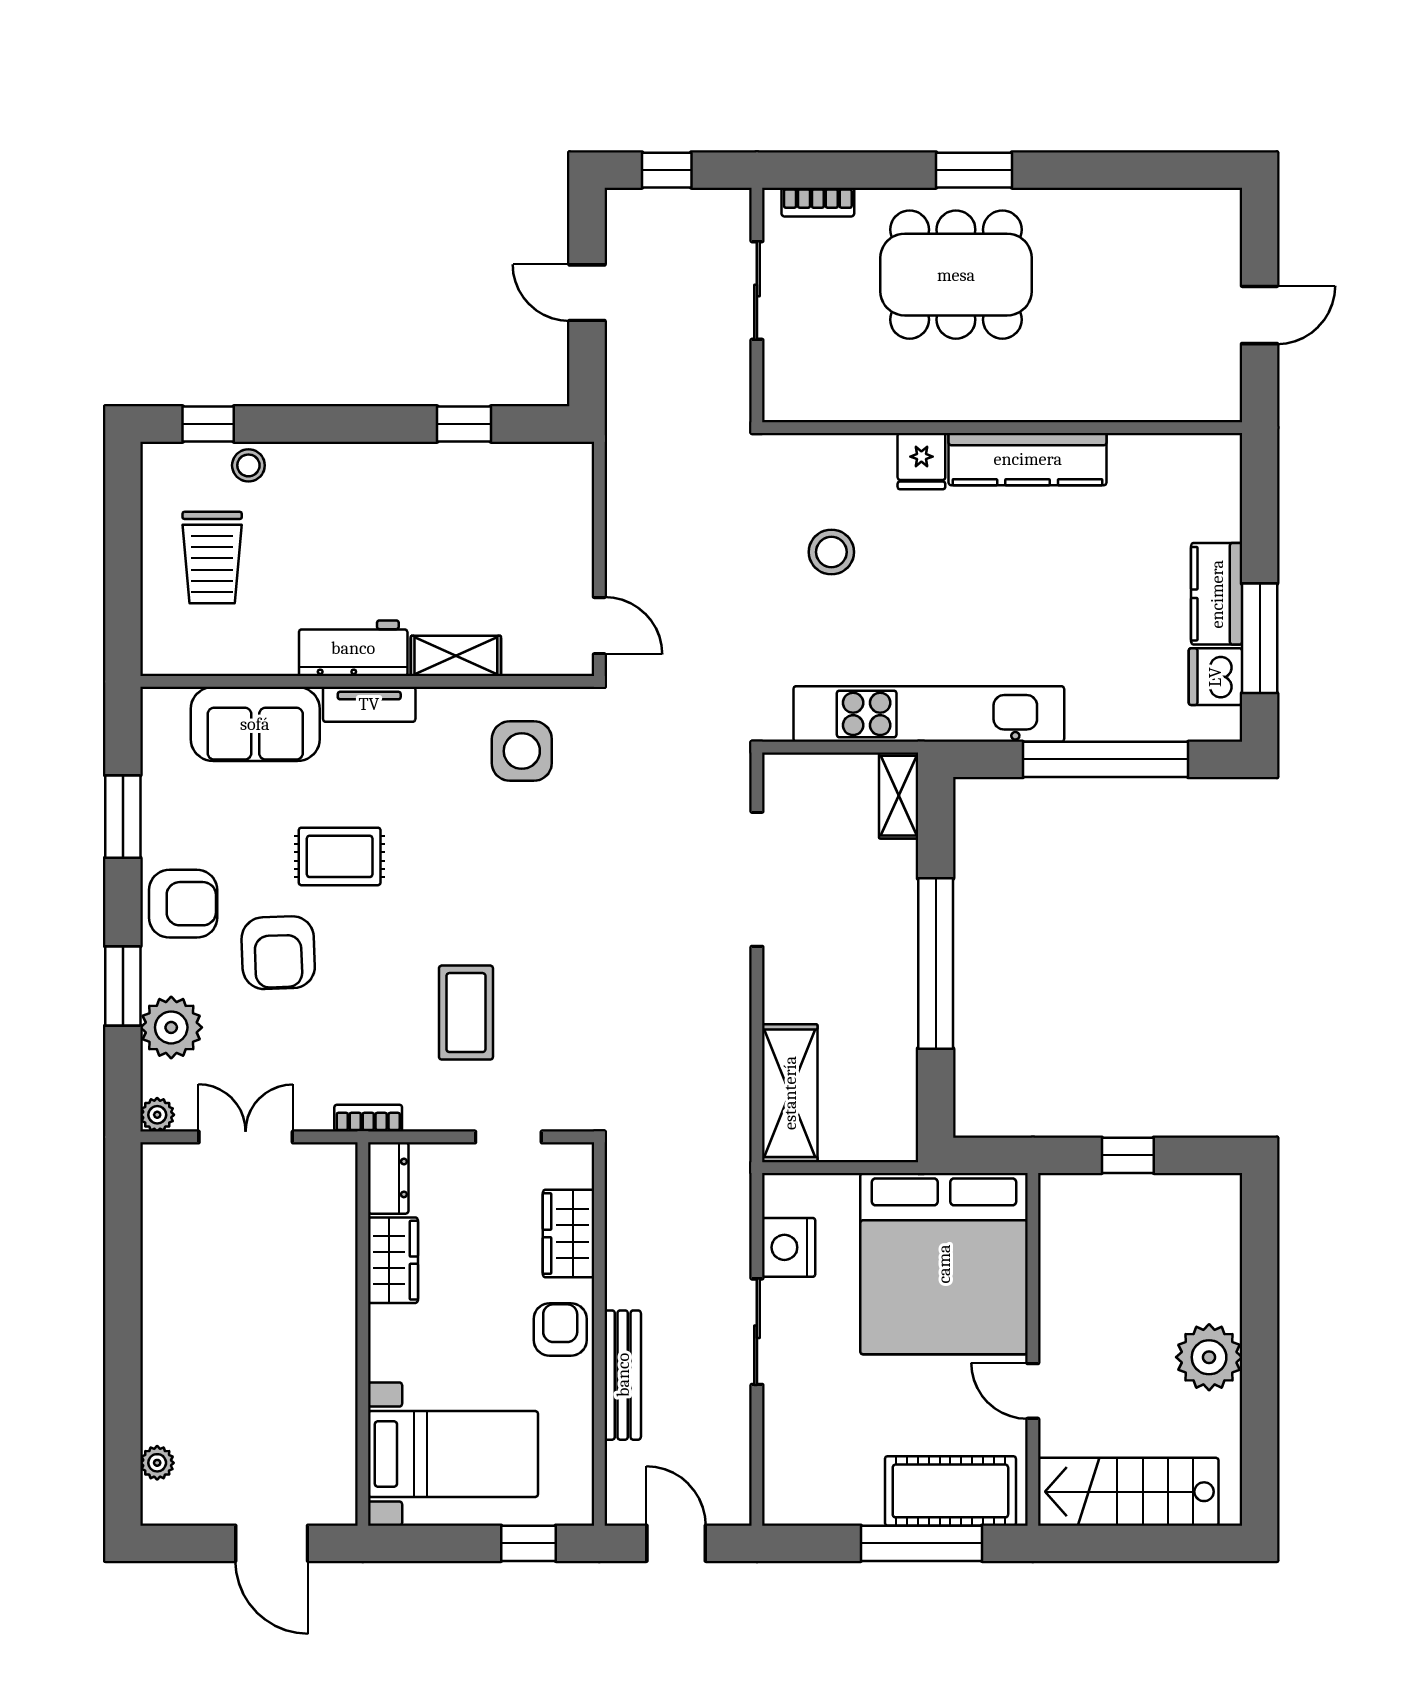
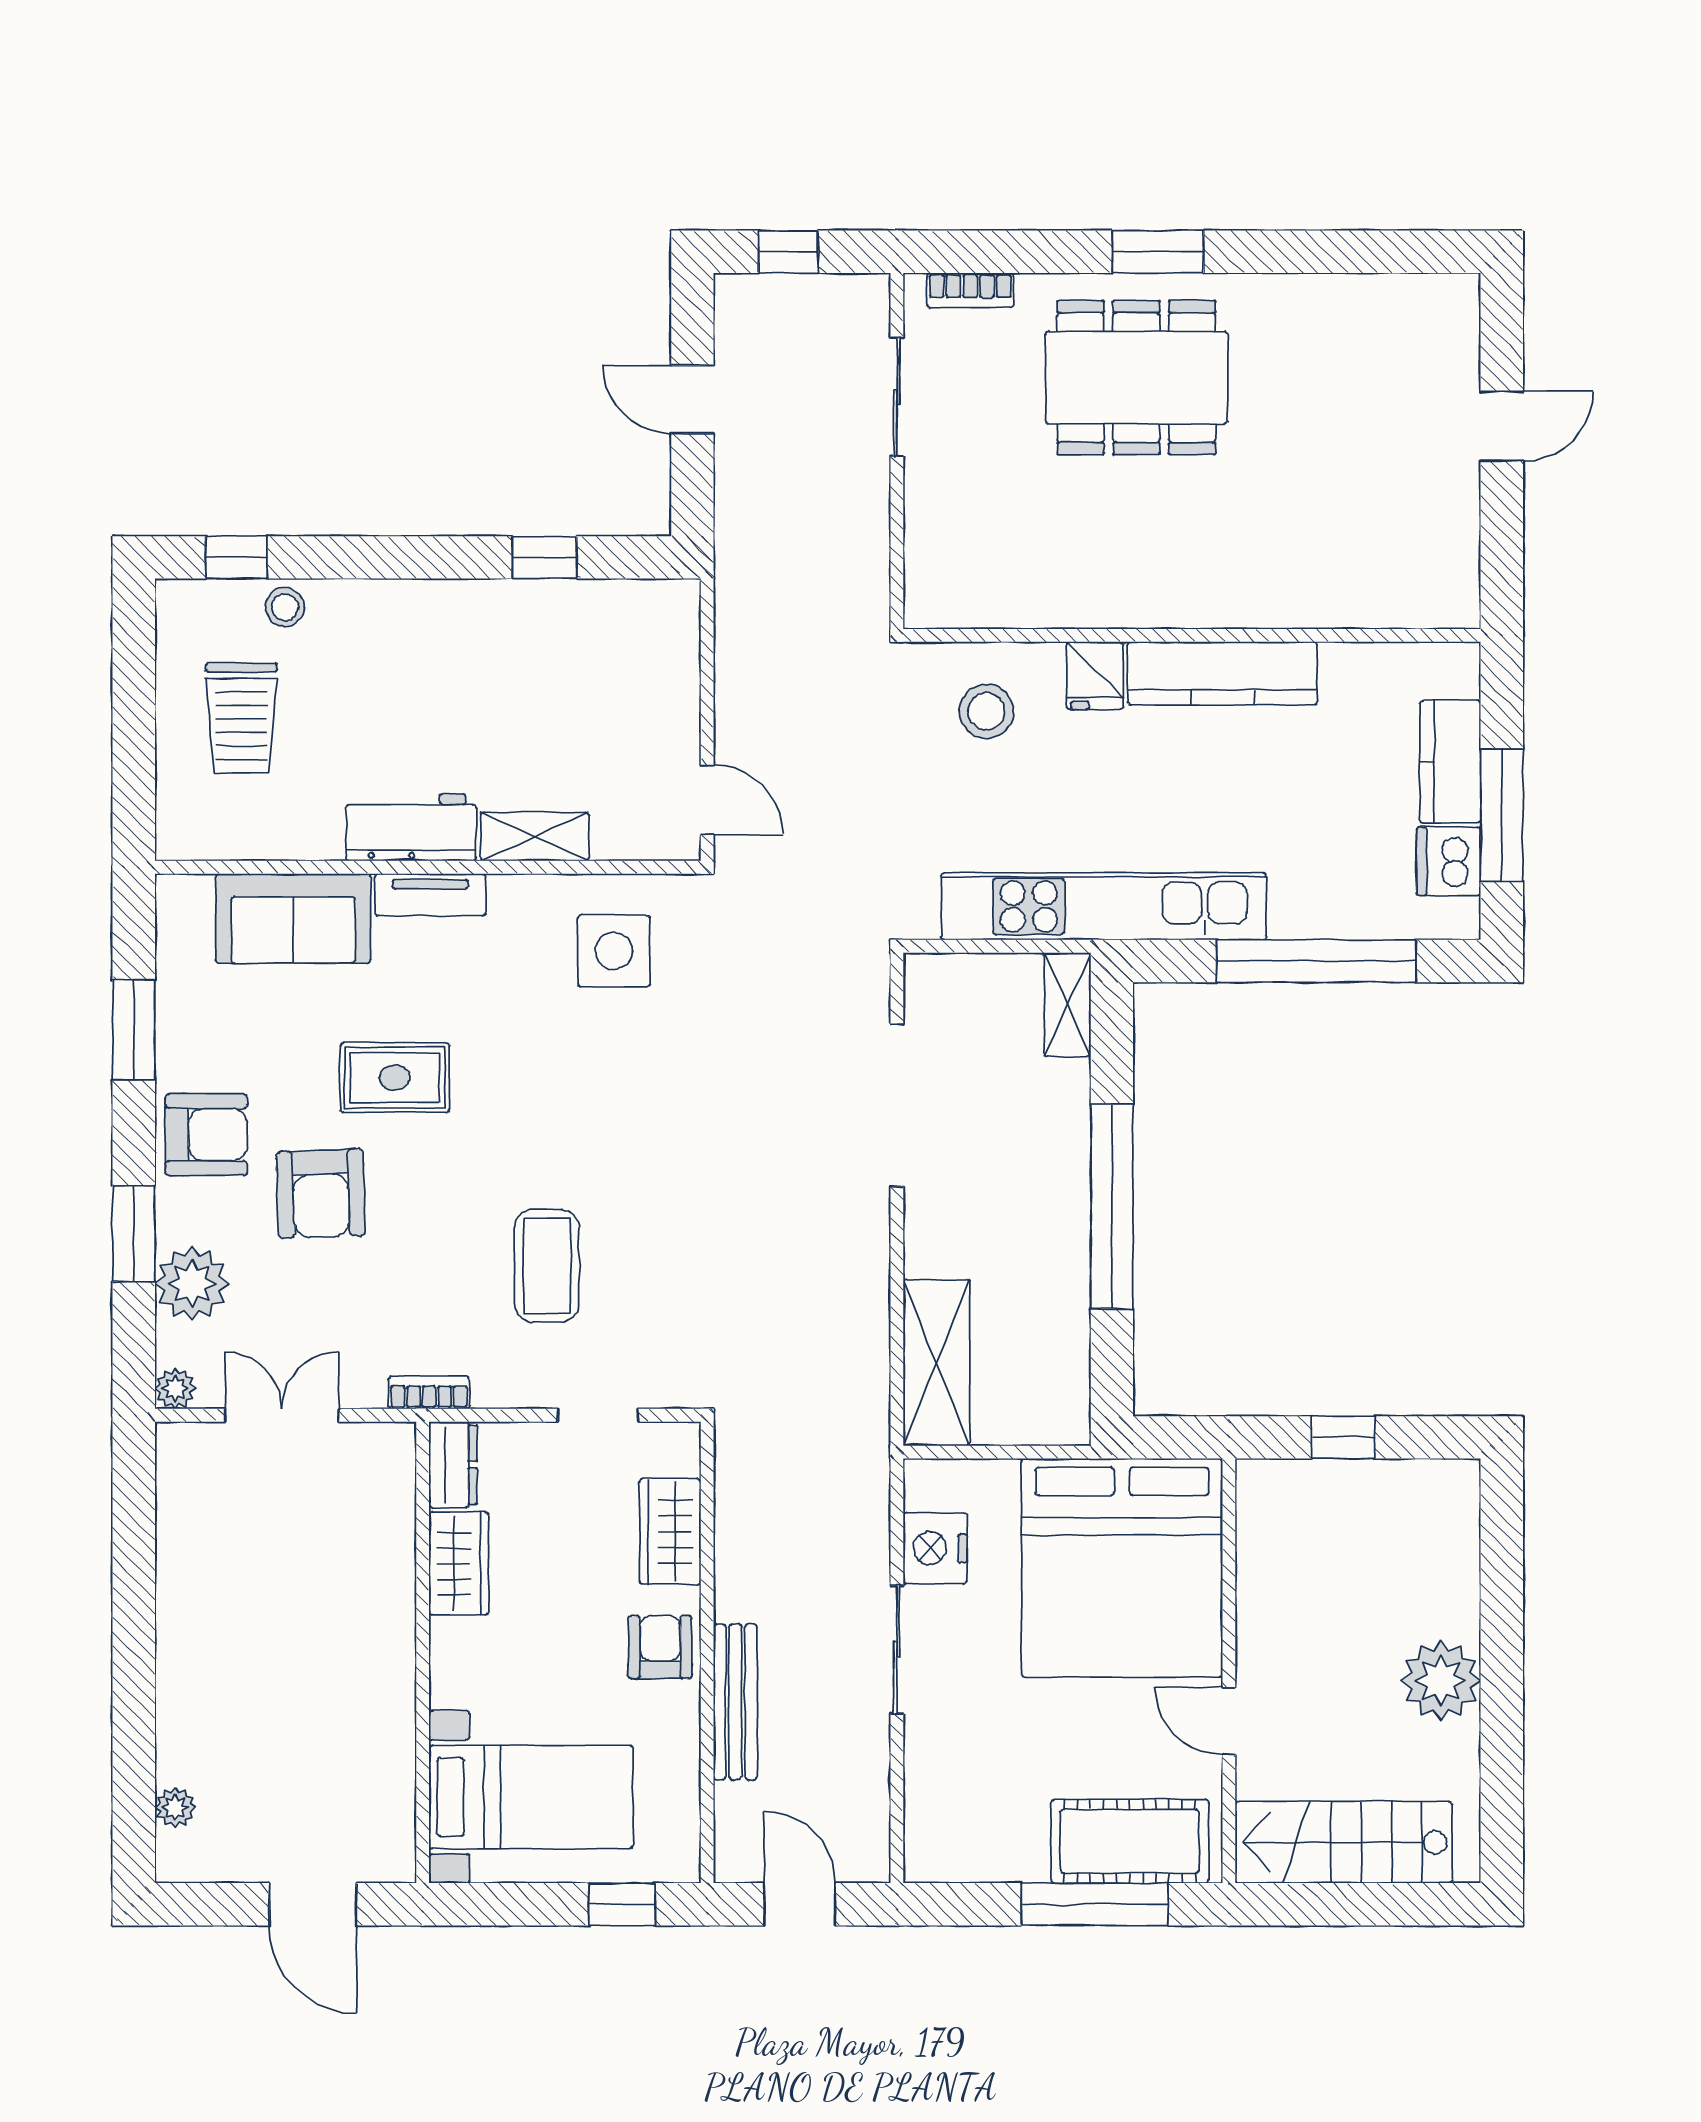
wall: (1002, 428) -> (1192, 635), moved
kitchen counter: (1028, 459) -> (1223, 673), moved
fridge: (921, 461) -> (1095, 676), moved

